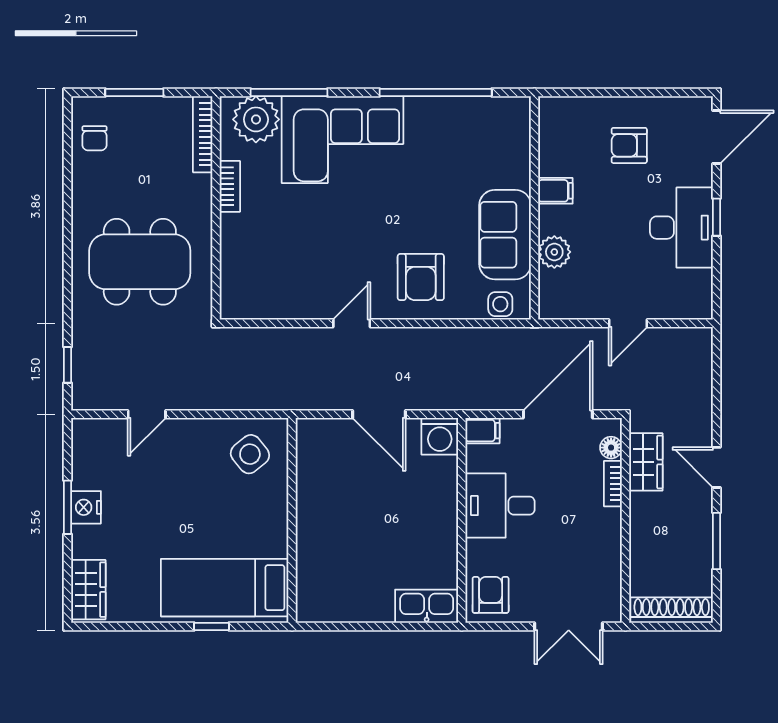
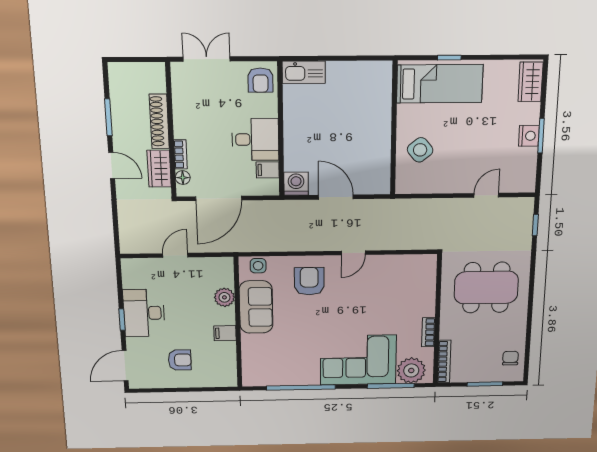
filing cabinet: (483, 431) -> (268, 170), moved
side table: (250, 454) -> (420, 150), moved
shoe rack: (672, 610) -> (159, 121), moved, turned 90

